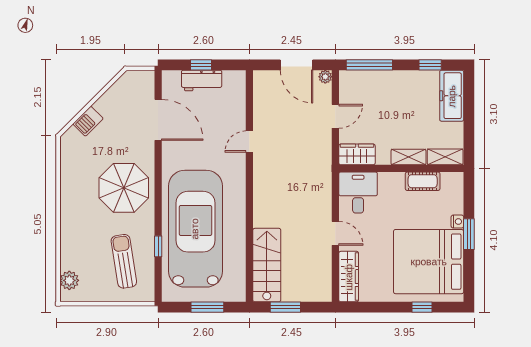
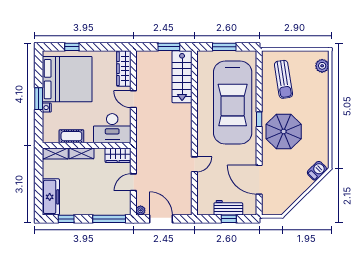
barbecue: (88, 121) -> (317, 171), moved
desk: (358, 193) -> (112, 128), width x1.37
window: (158, 246) -> (259, 119), moved

